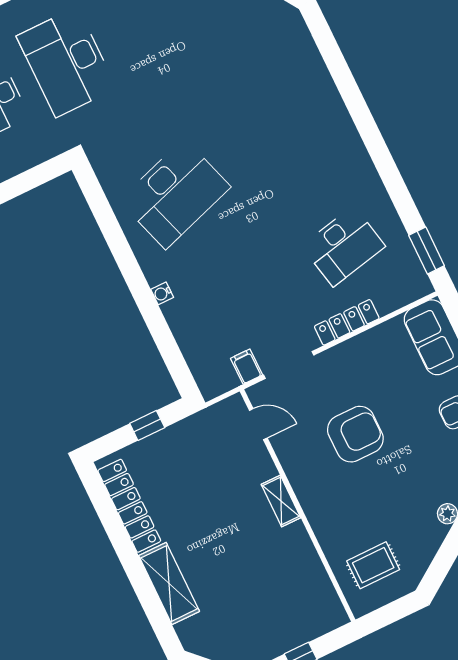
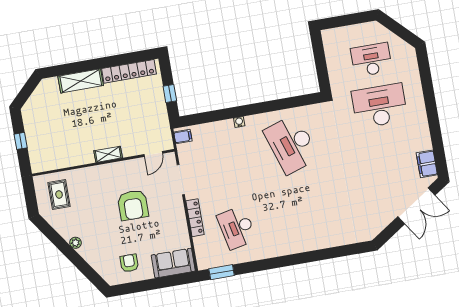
filing cabinet: (247, 367) -> (183, 136), moved

